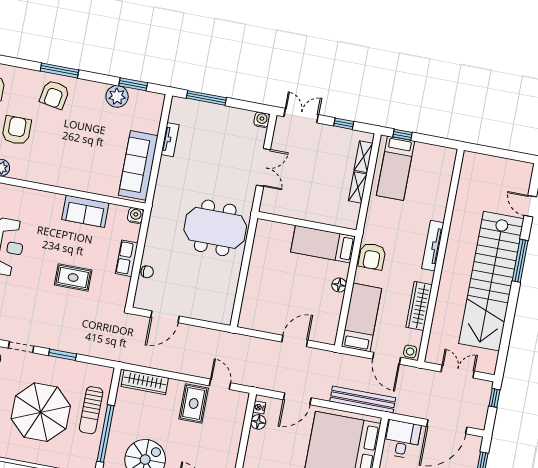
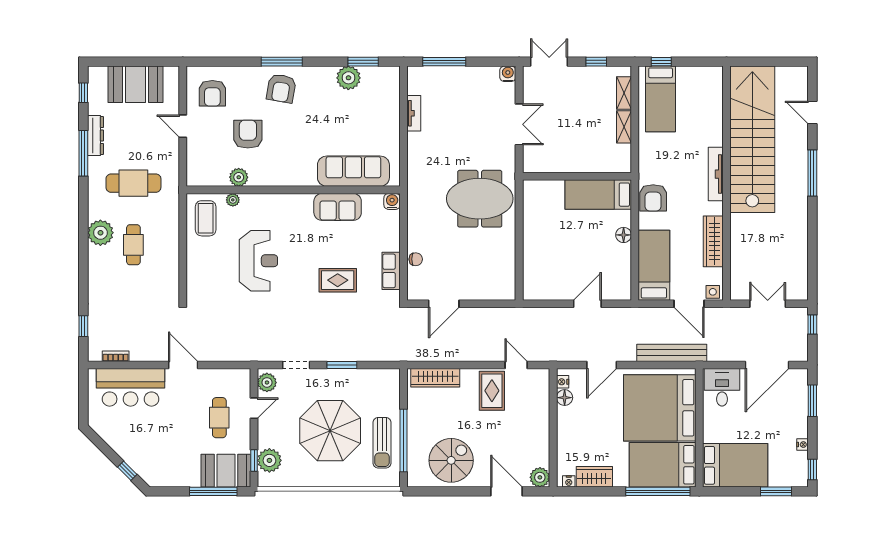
sofa: (138, 165) -> (353, 171), moved, turned 90
row of seats: (127, 258) -> (391, 271), moved
stairs: (491, 281) -> (752, 139), moved, turned 180
sun lounger: (91, 410) -> (382, 443), moved

